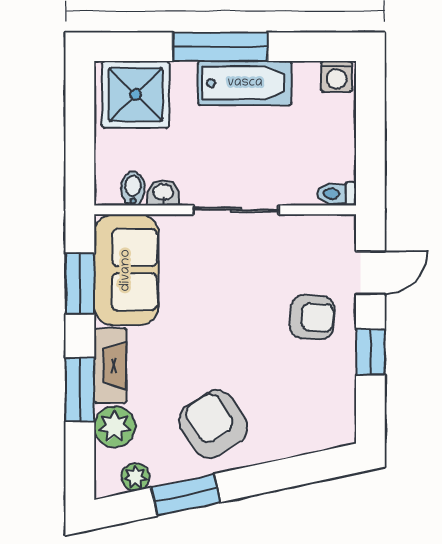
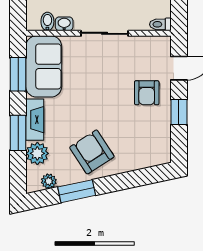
armchair: (312, 317) -> (147, 93), turned 86

